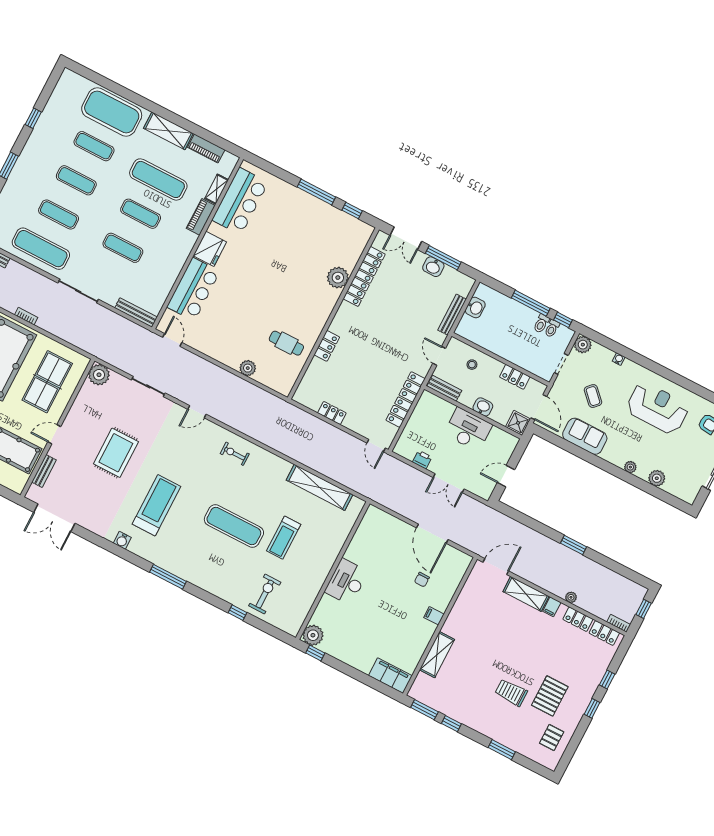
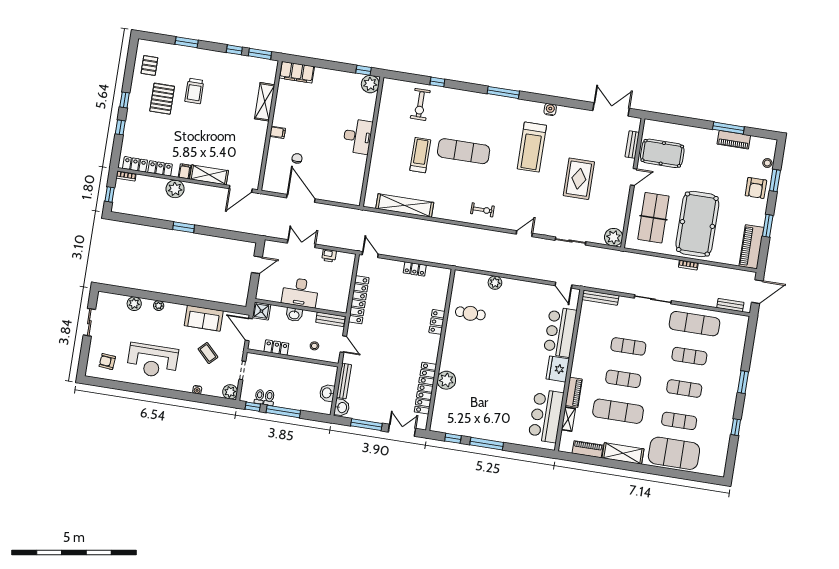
washbasin: (433, 267) -> (342, 408), moved, turned 90
plant: (571, 597) -> (175, 189), width x1.87, depth x1.87
trolley: (511, 693) -> (194, 91), turned 90

